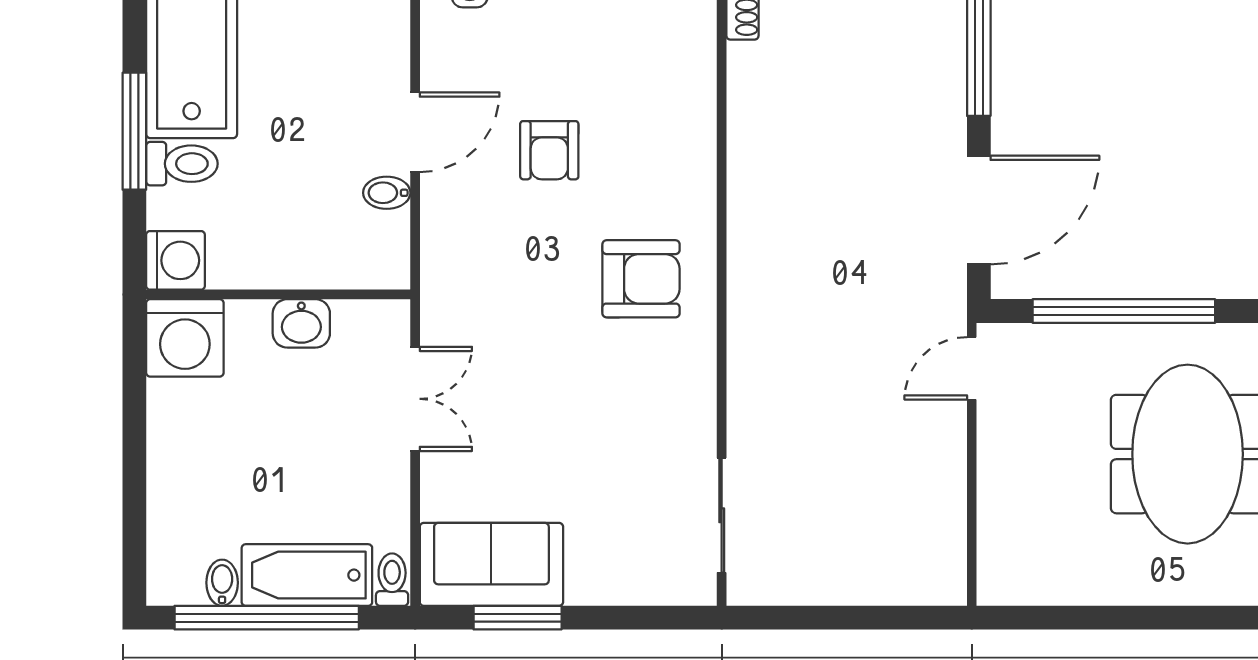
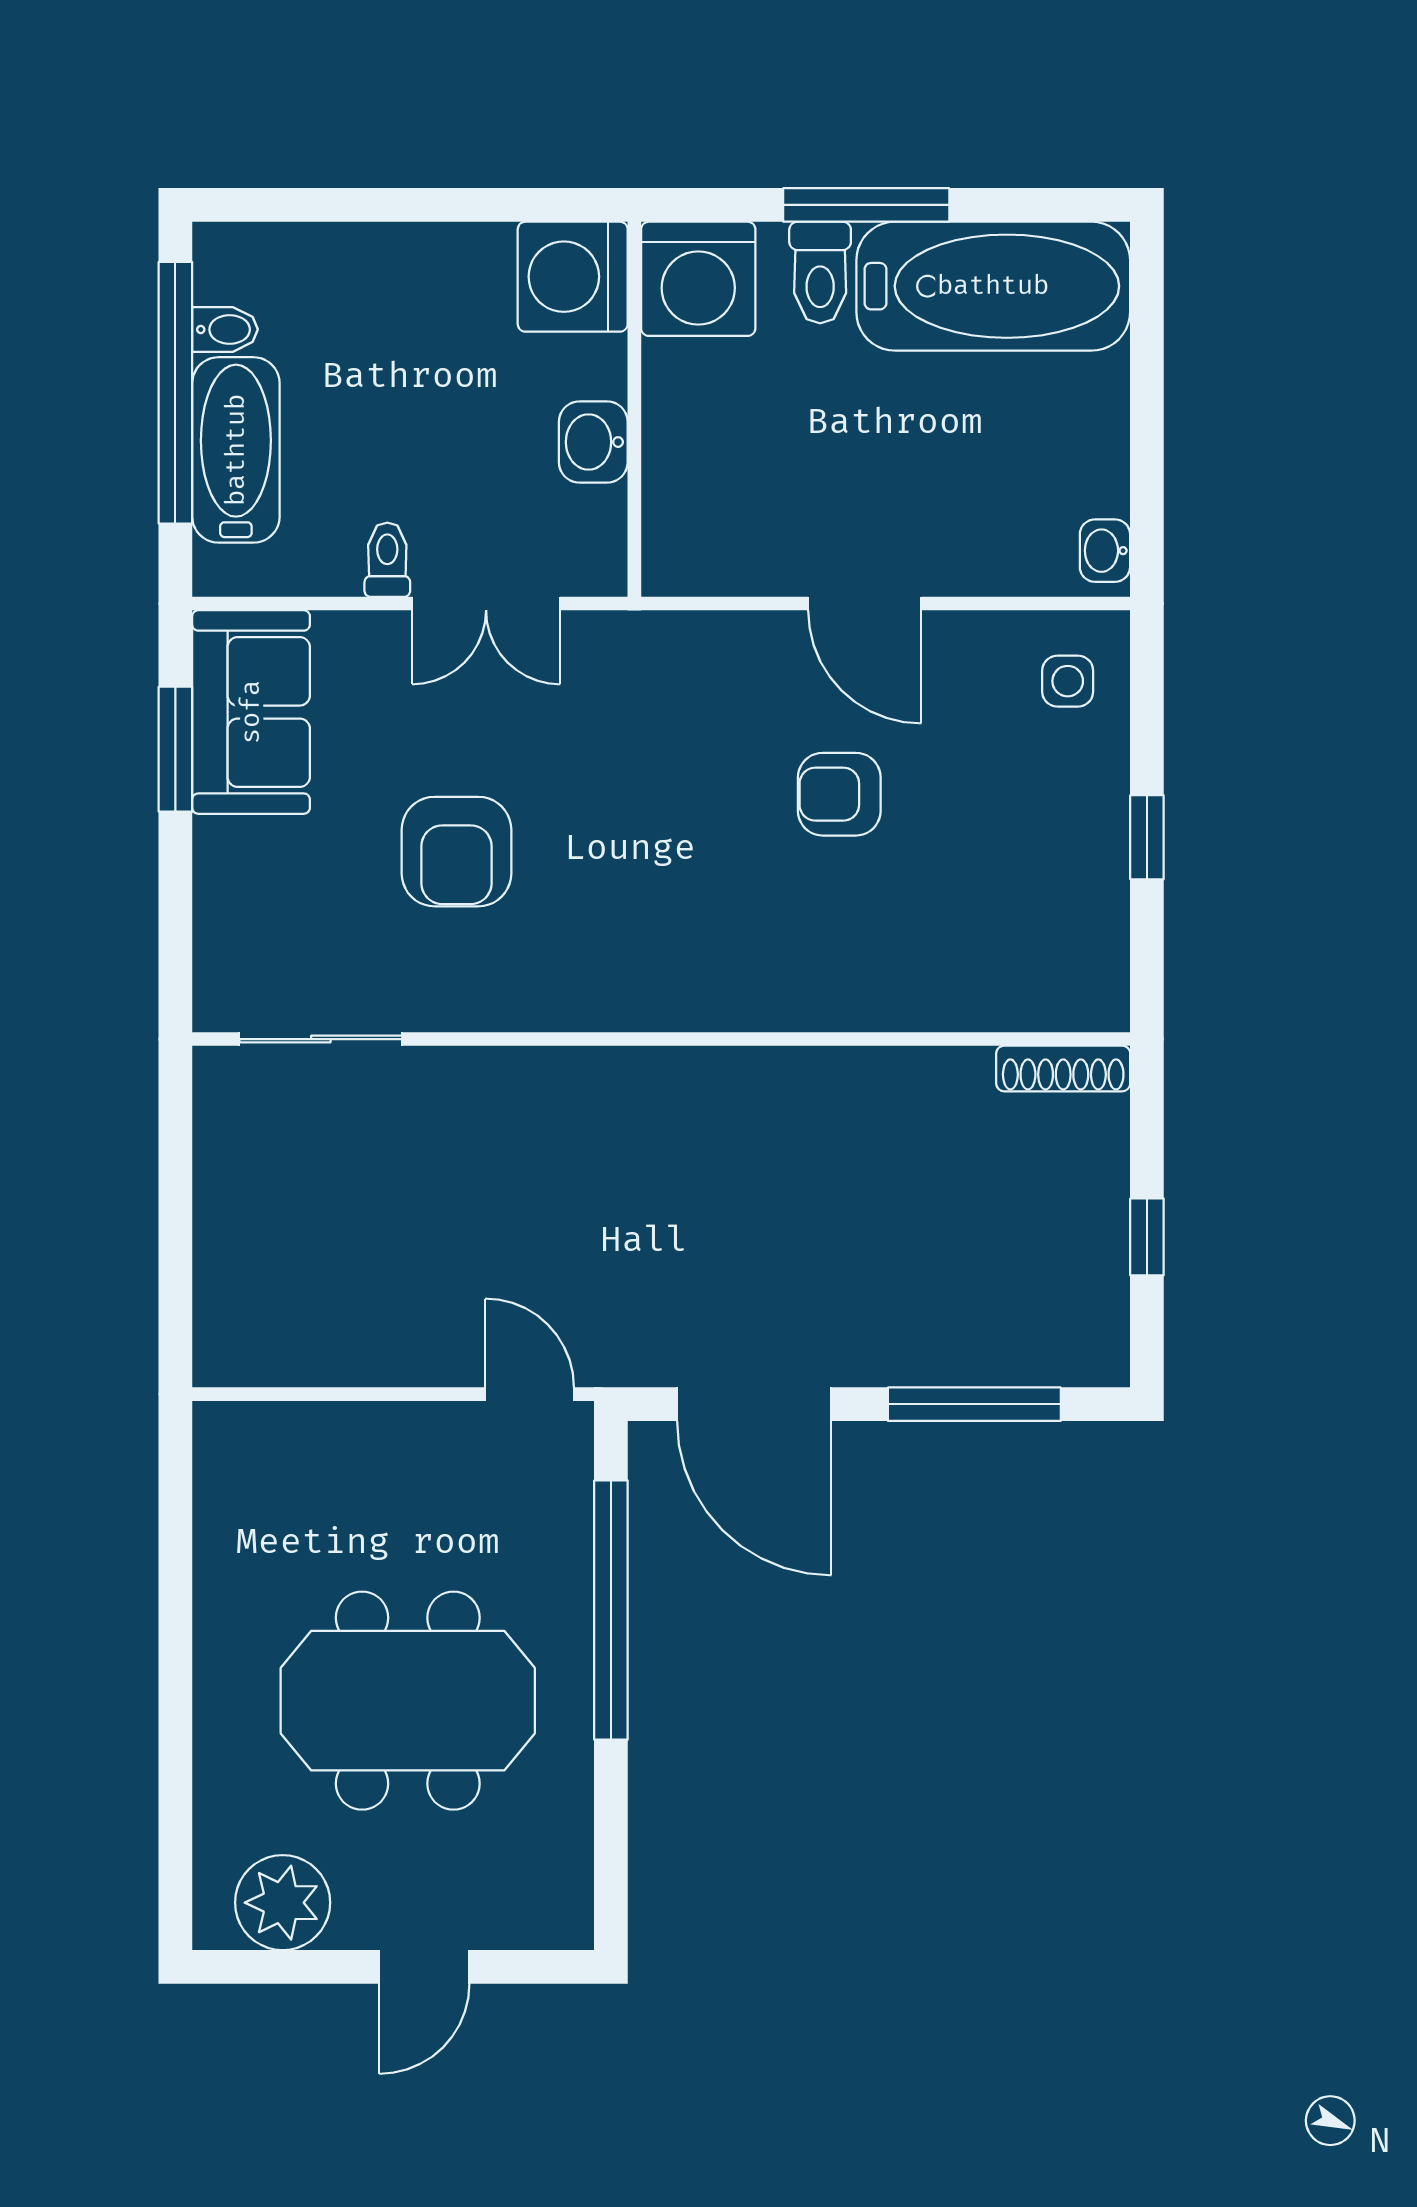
bidet: (387, 193) -> (779, 563), removed
washing machine: (176, 260) -> (698, 279), width x1.37, depth x1.37
armchair: (641, 279) -> (456, 852), moved
toilet: (392, 580) -> (387, 560), moved, turned -90

